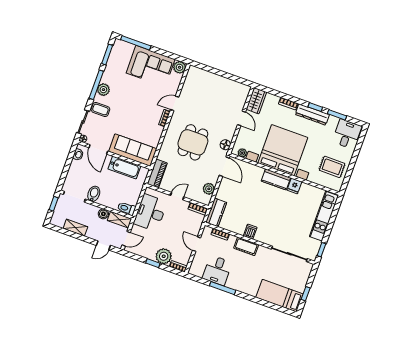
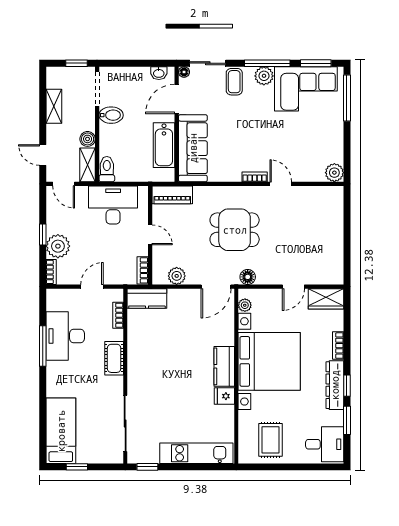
corner sofa: (151, 66) -> (306, 89), moved, turned -90
dishwasher: (250, 232) -> (137, 356), removed
desk: (217, 270) -> (65, 336), width x1.37

